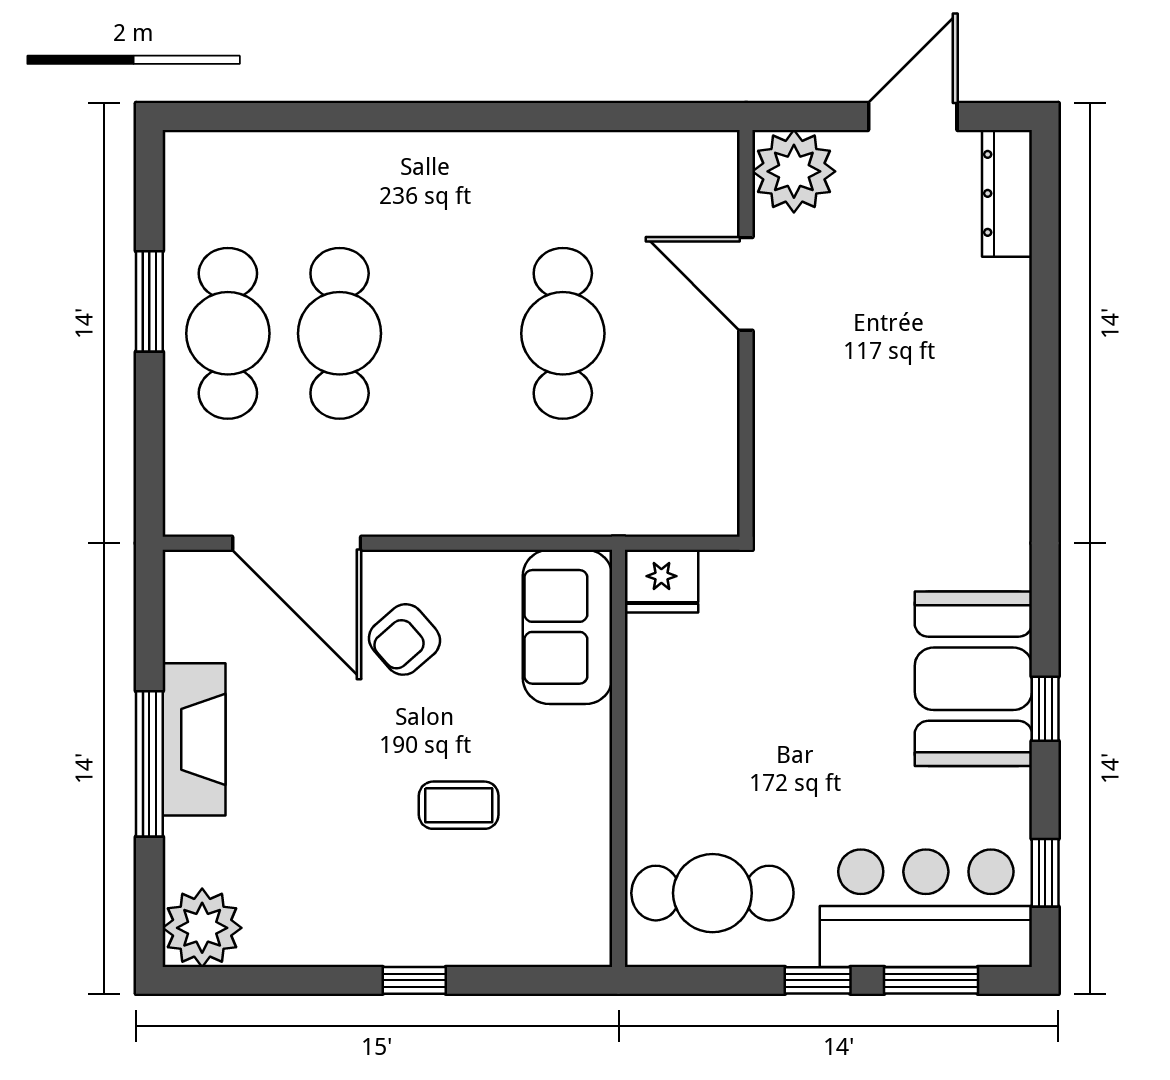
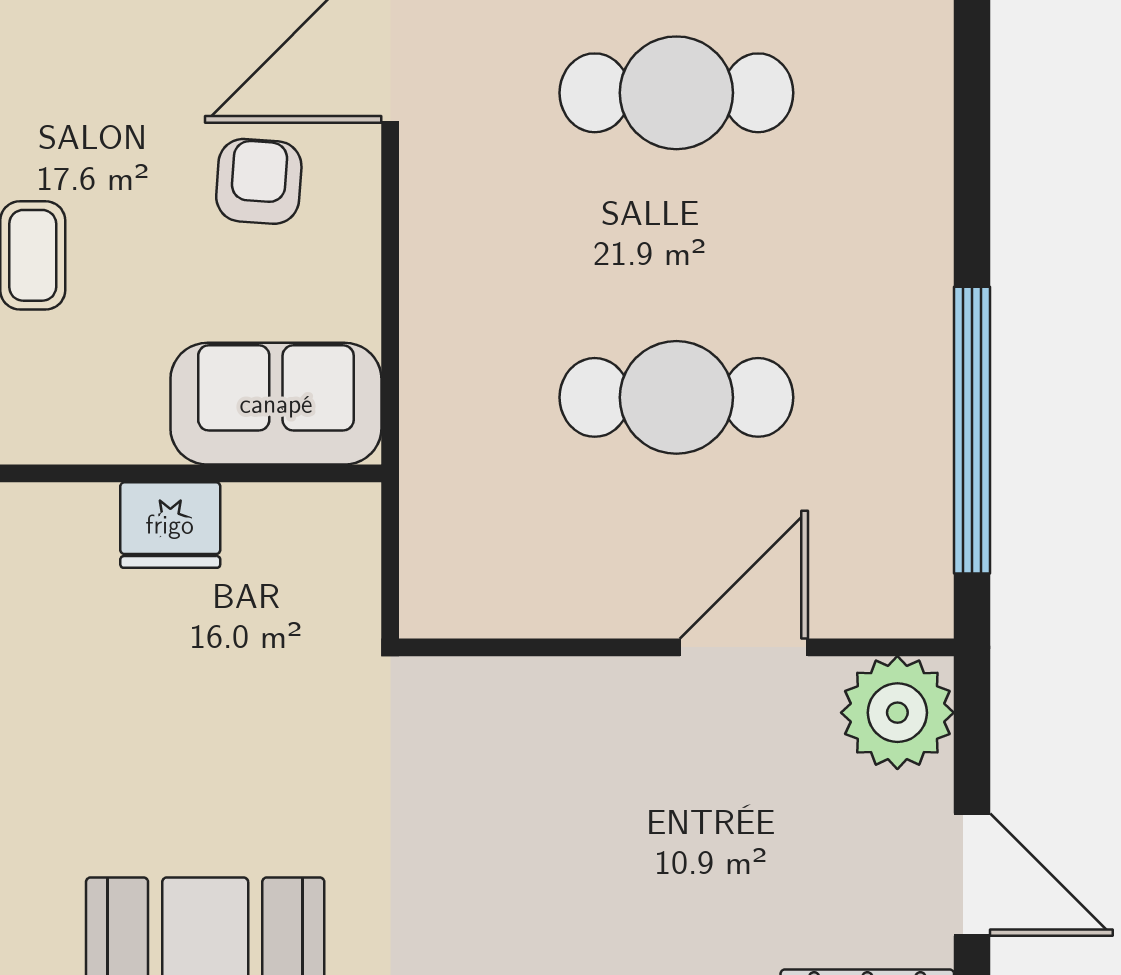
window: (587, 117) -> (972, 430), added
fridge: (661, 581) -> (170, 525), moved, turned -90
armchair: (404, 639) -> (259, 181), turned 45

